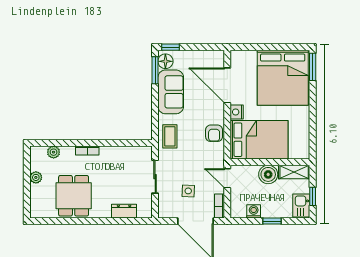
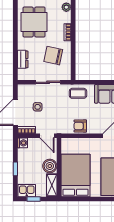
nightstand: (237, 112) -> (96, 143), removed
bed: (259, 140) -> (76, 175), moved, turned 180
chair: (119, 170) -> (53, 56), added
door: (227, 178) -> (47, 136), swing flipped
dining table: (74, 196) -> (34, 22), turned 90
washing machine: (254, 211) -> (22, 143), moved

